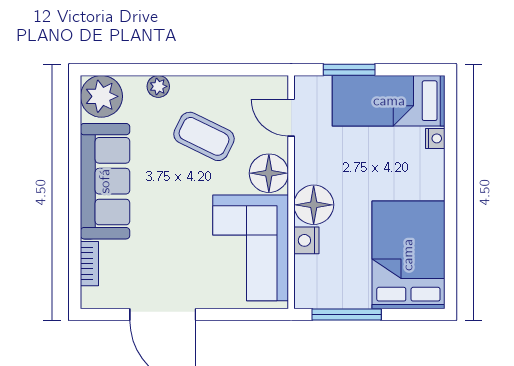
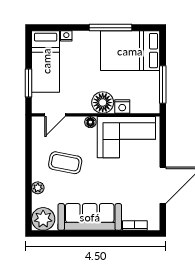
coffee table: (204, 136) -> (65, 163), turned 75
floor lamp: (269, 173) -> (90, 122), width x0.53, depth x0.53
window: (450, 219) -> (111, 28), added

